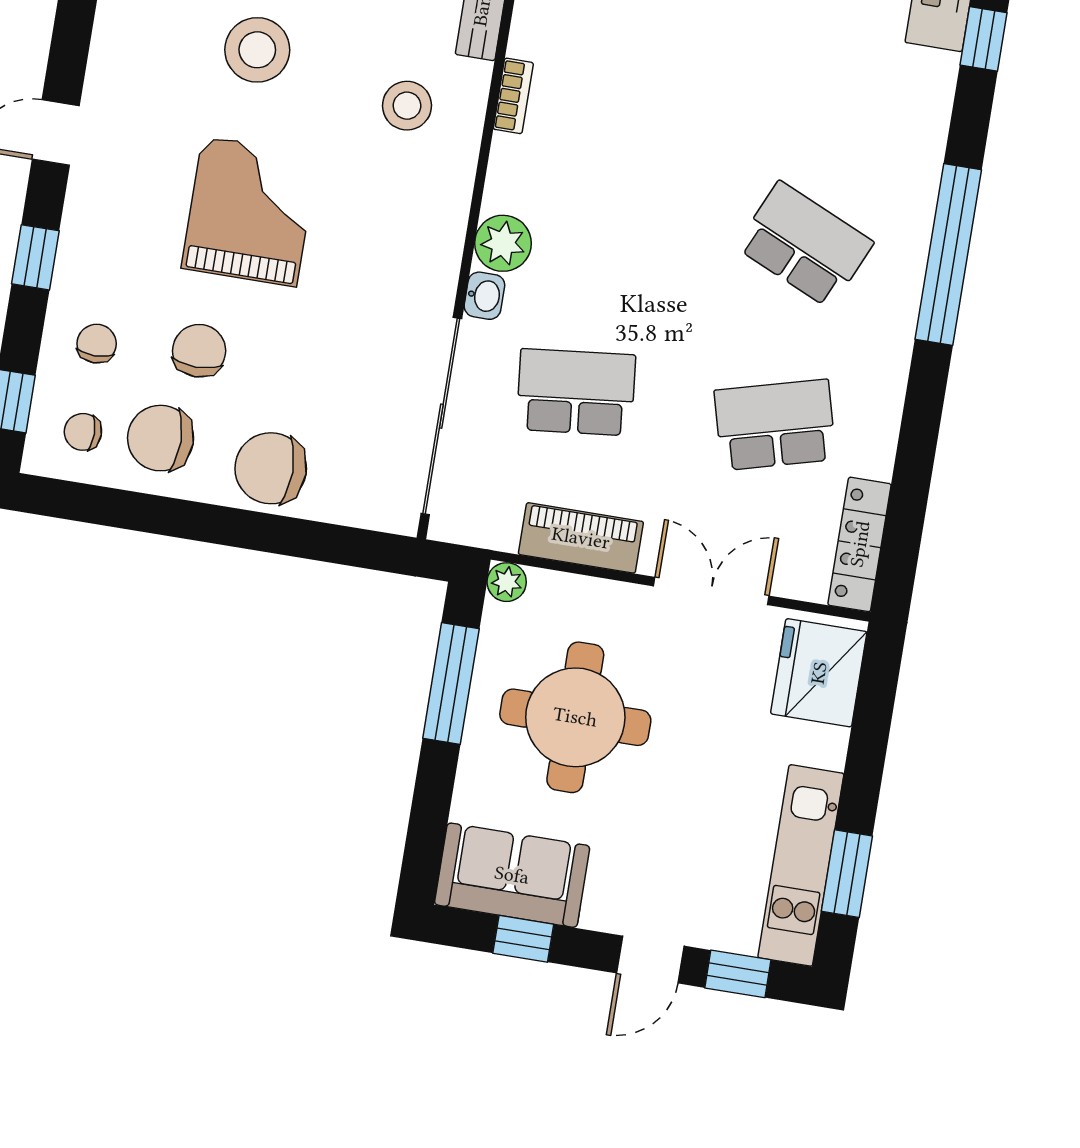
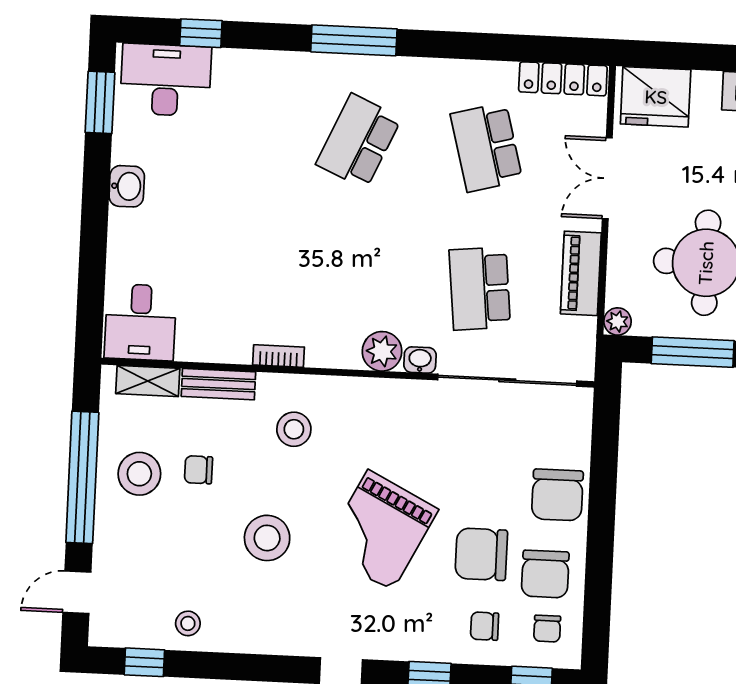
grand piano: (250, 211) -> (380, 530), turned -63
window: (948, 255) -> (354, 40), width x0.68
chair: (199, 351) -> (481, 554), width x1.37, depth x1.37

